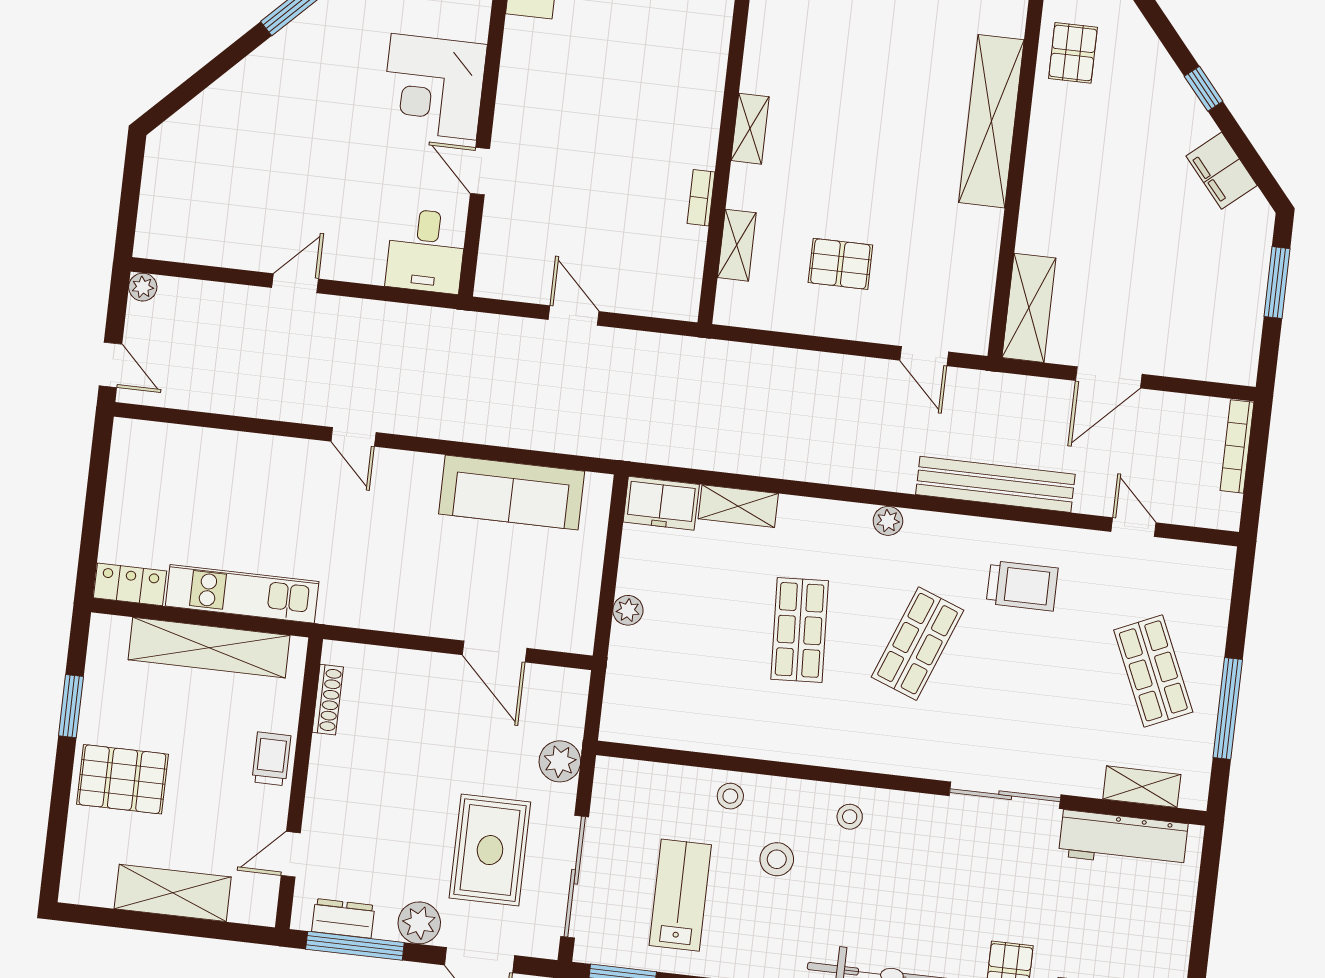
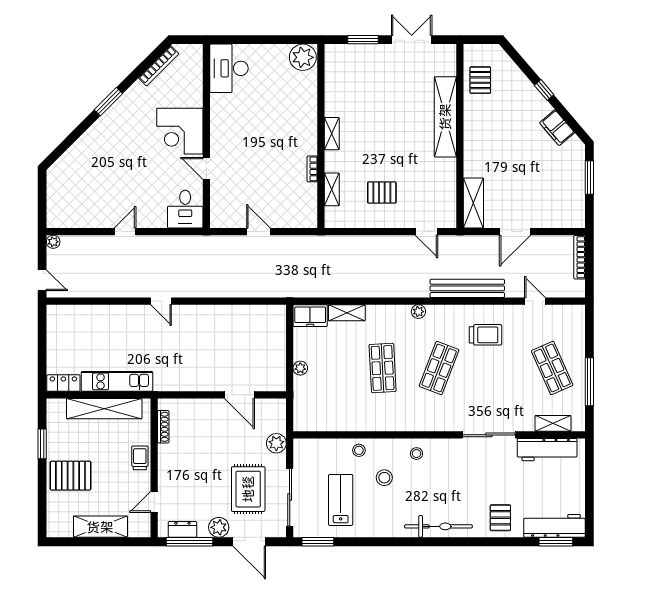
sofa: (512, 493) -> (239, 319), removed

